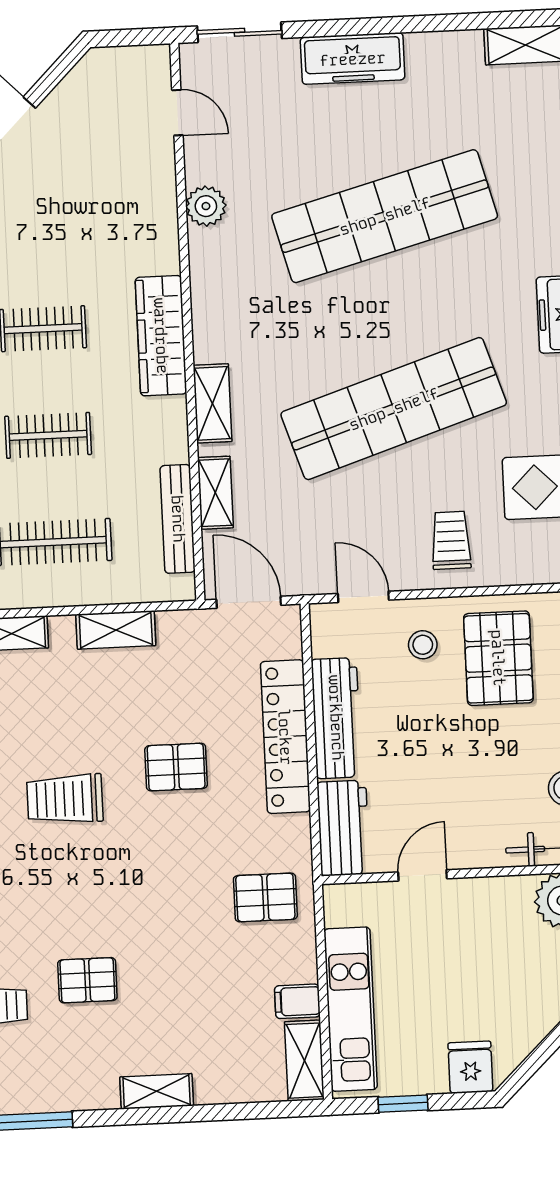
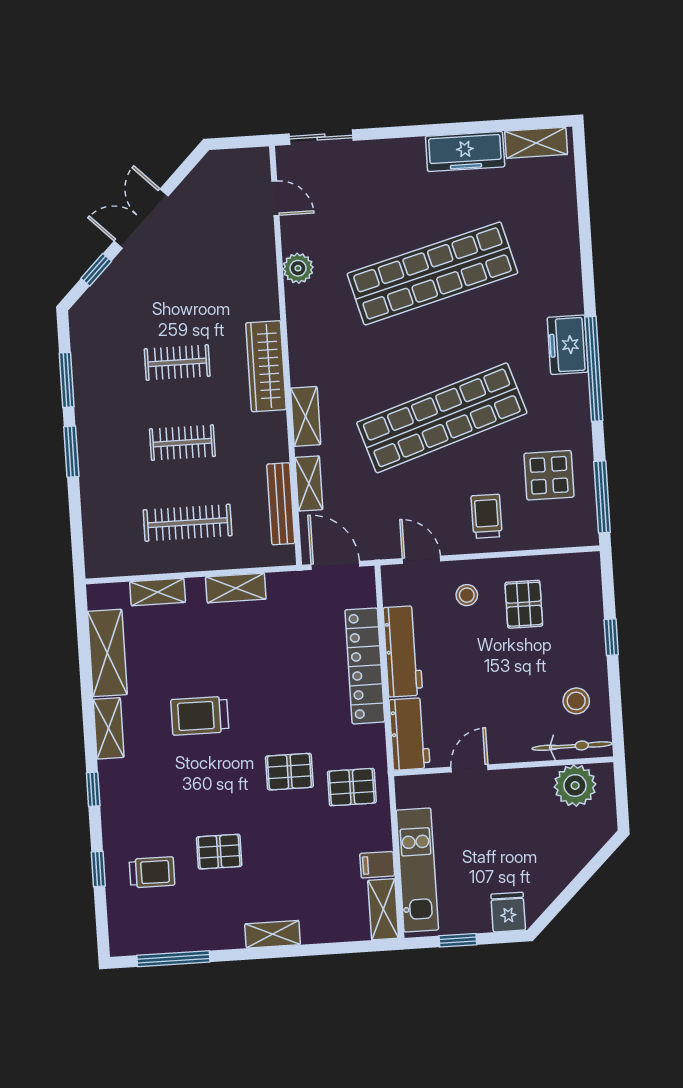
freezer: (353, 59) -> (465, 152), moved
pallet: (498, 658) -> (524, 604), width x0.67, depth x0.71
pallet: (176, 767) -> (289, 772), moved

